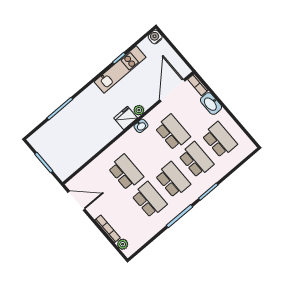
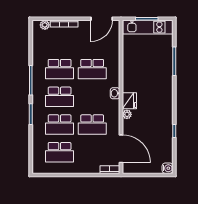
kitchen unit: (120, 70) -> (148, 27), moved, turned -90
washbasin: (211, 104) -> (89, 168), removed
washbasin: (141, 126) -> (115, 93), moved

